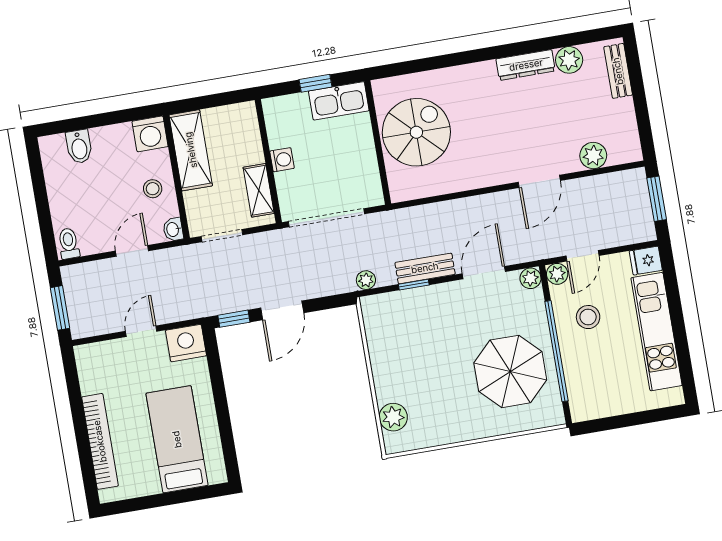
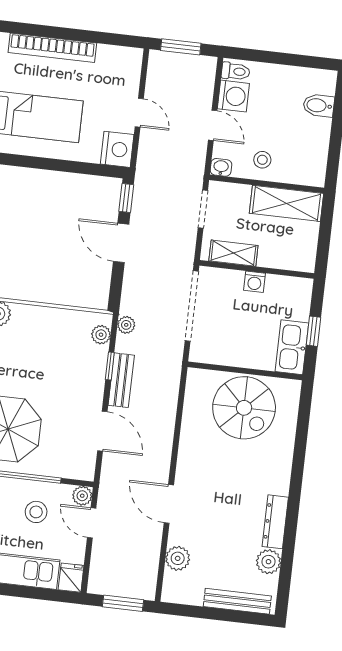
bench: (618, 71) -> (237, 601), width x1.36
washing machine: (150, 134) -> (233, 96), moved, turned 180
plant: (530, 278) -> (101, 335), moved

